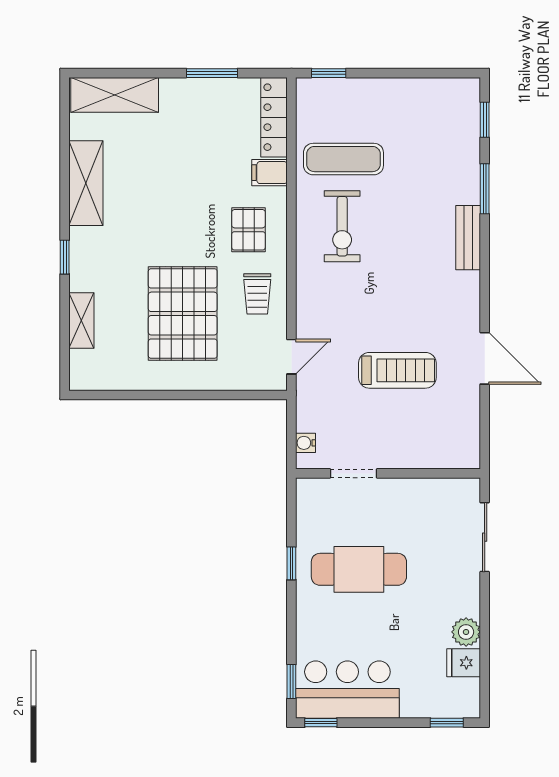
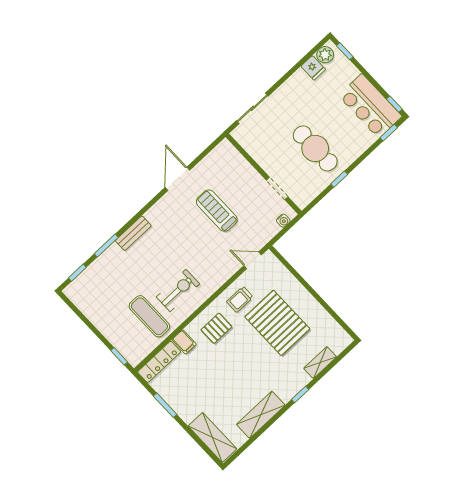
trolley: (257, 294) -> (240, 299), turned 180
pallet: (183, 314) -> (277, 323), turned 90
plant: (466, 632) -> (325, 55), moved

